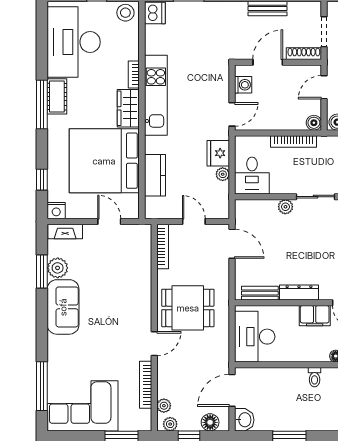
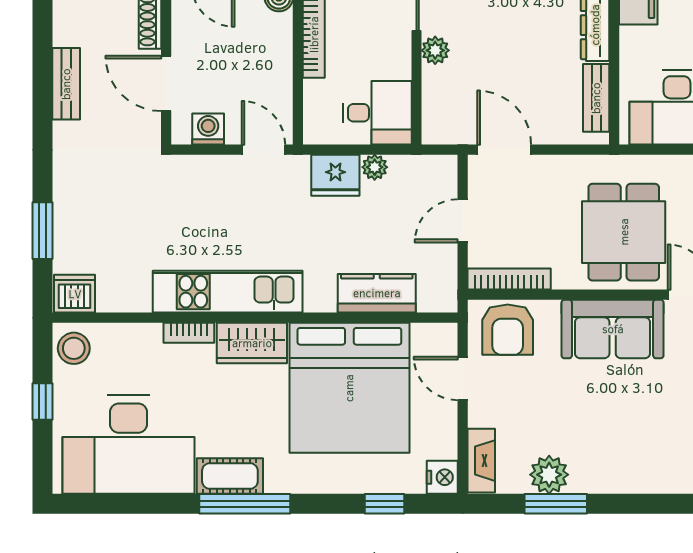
door: (109, 221) -> (463, 378), hinge flipped
door: (232, 244) -> (504, 150), hinge flipped
armchair: (135, 246) -> (508, 330), added
sofa: (63, 307) -> (613, 329), moved, turned 180

